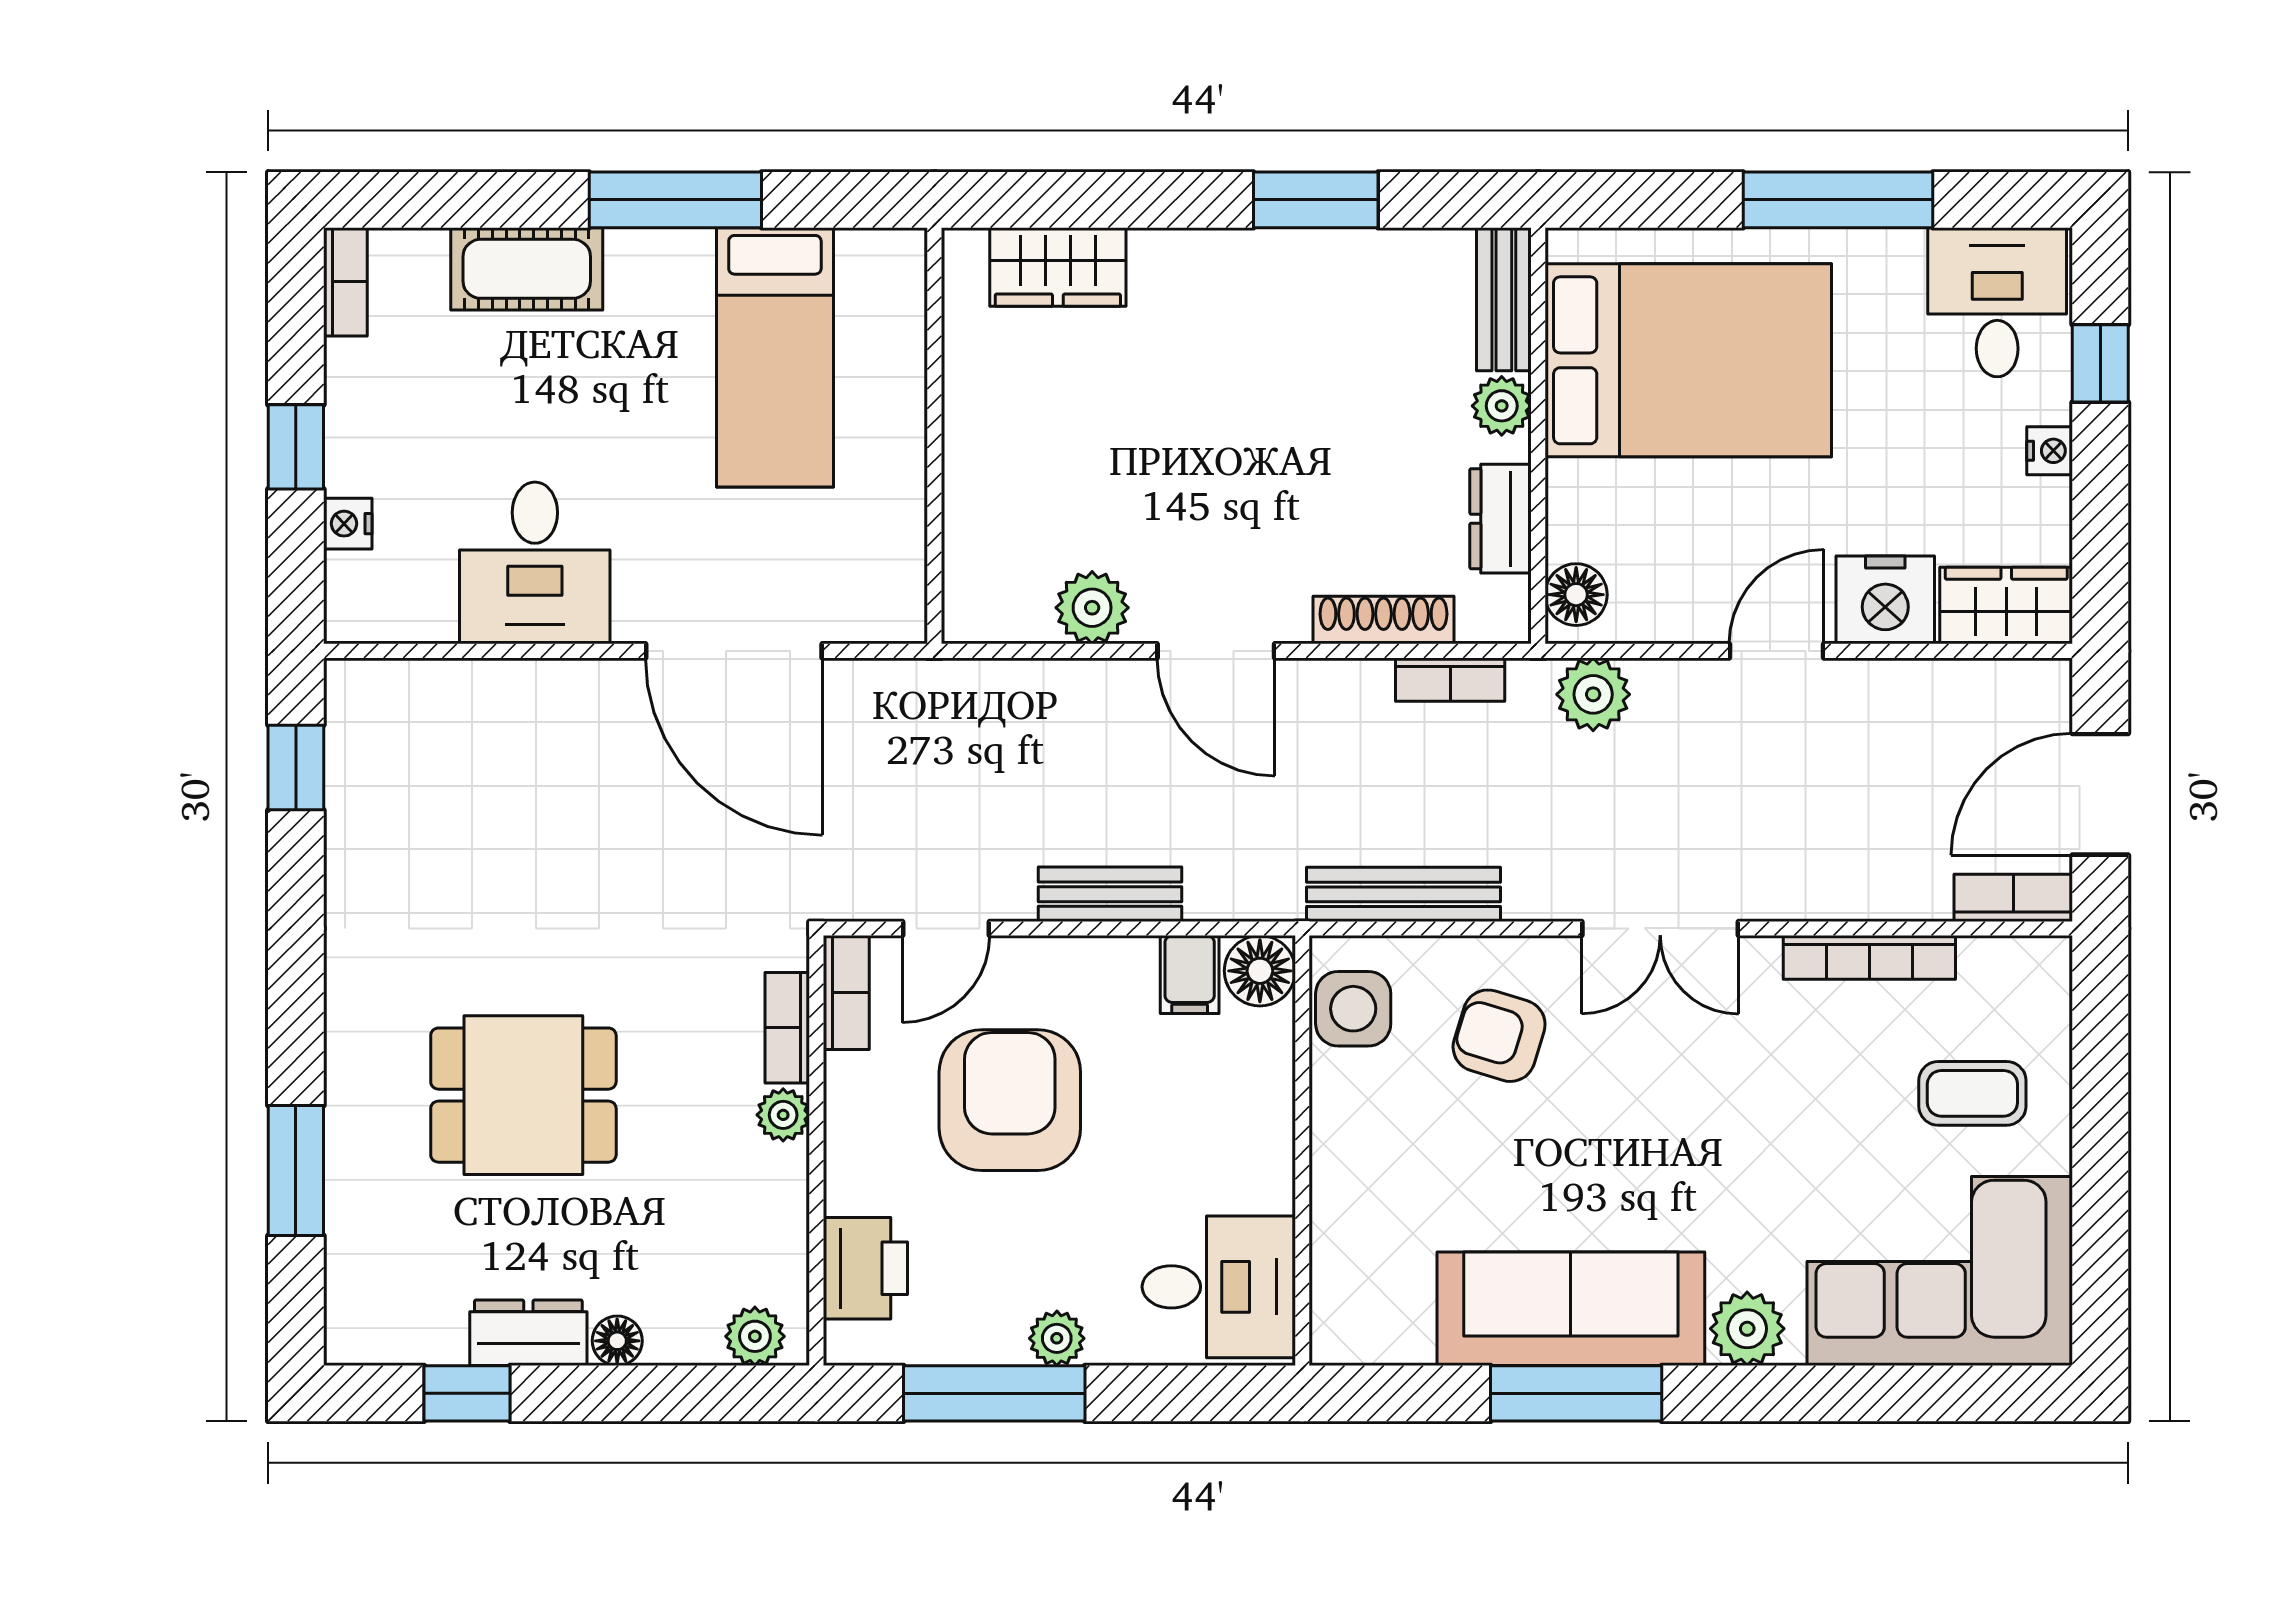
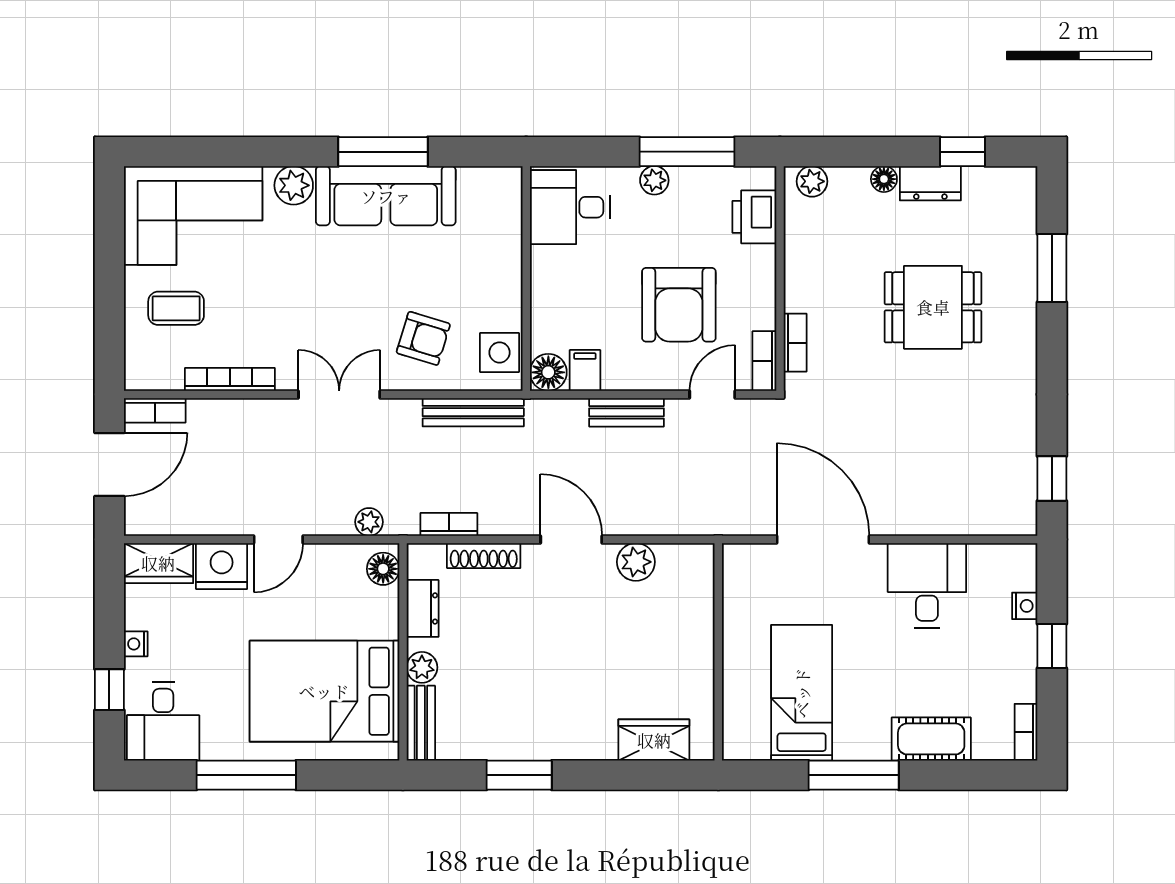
plant: (1593, 694) -> (369, 522), width x0.73, depth x0.73
plant: (783, 1115) -> (797, 297), removed

